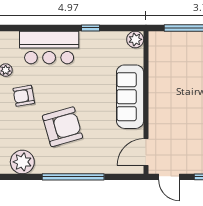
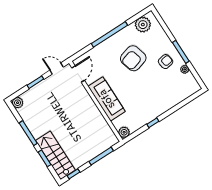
bar counter: (49, 47) -> (169, 97), removed

